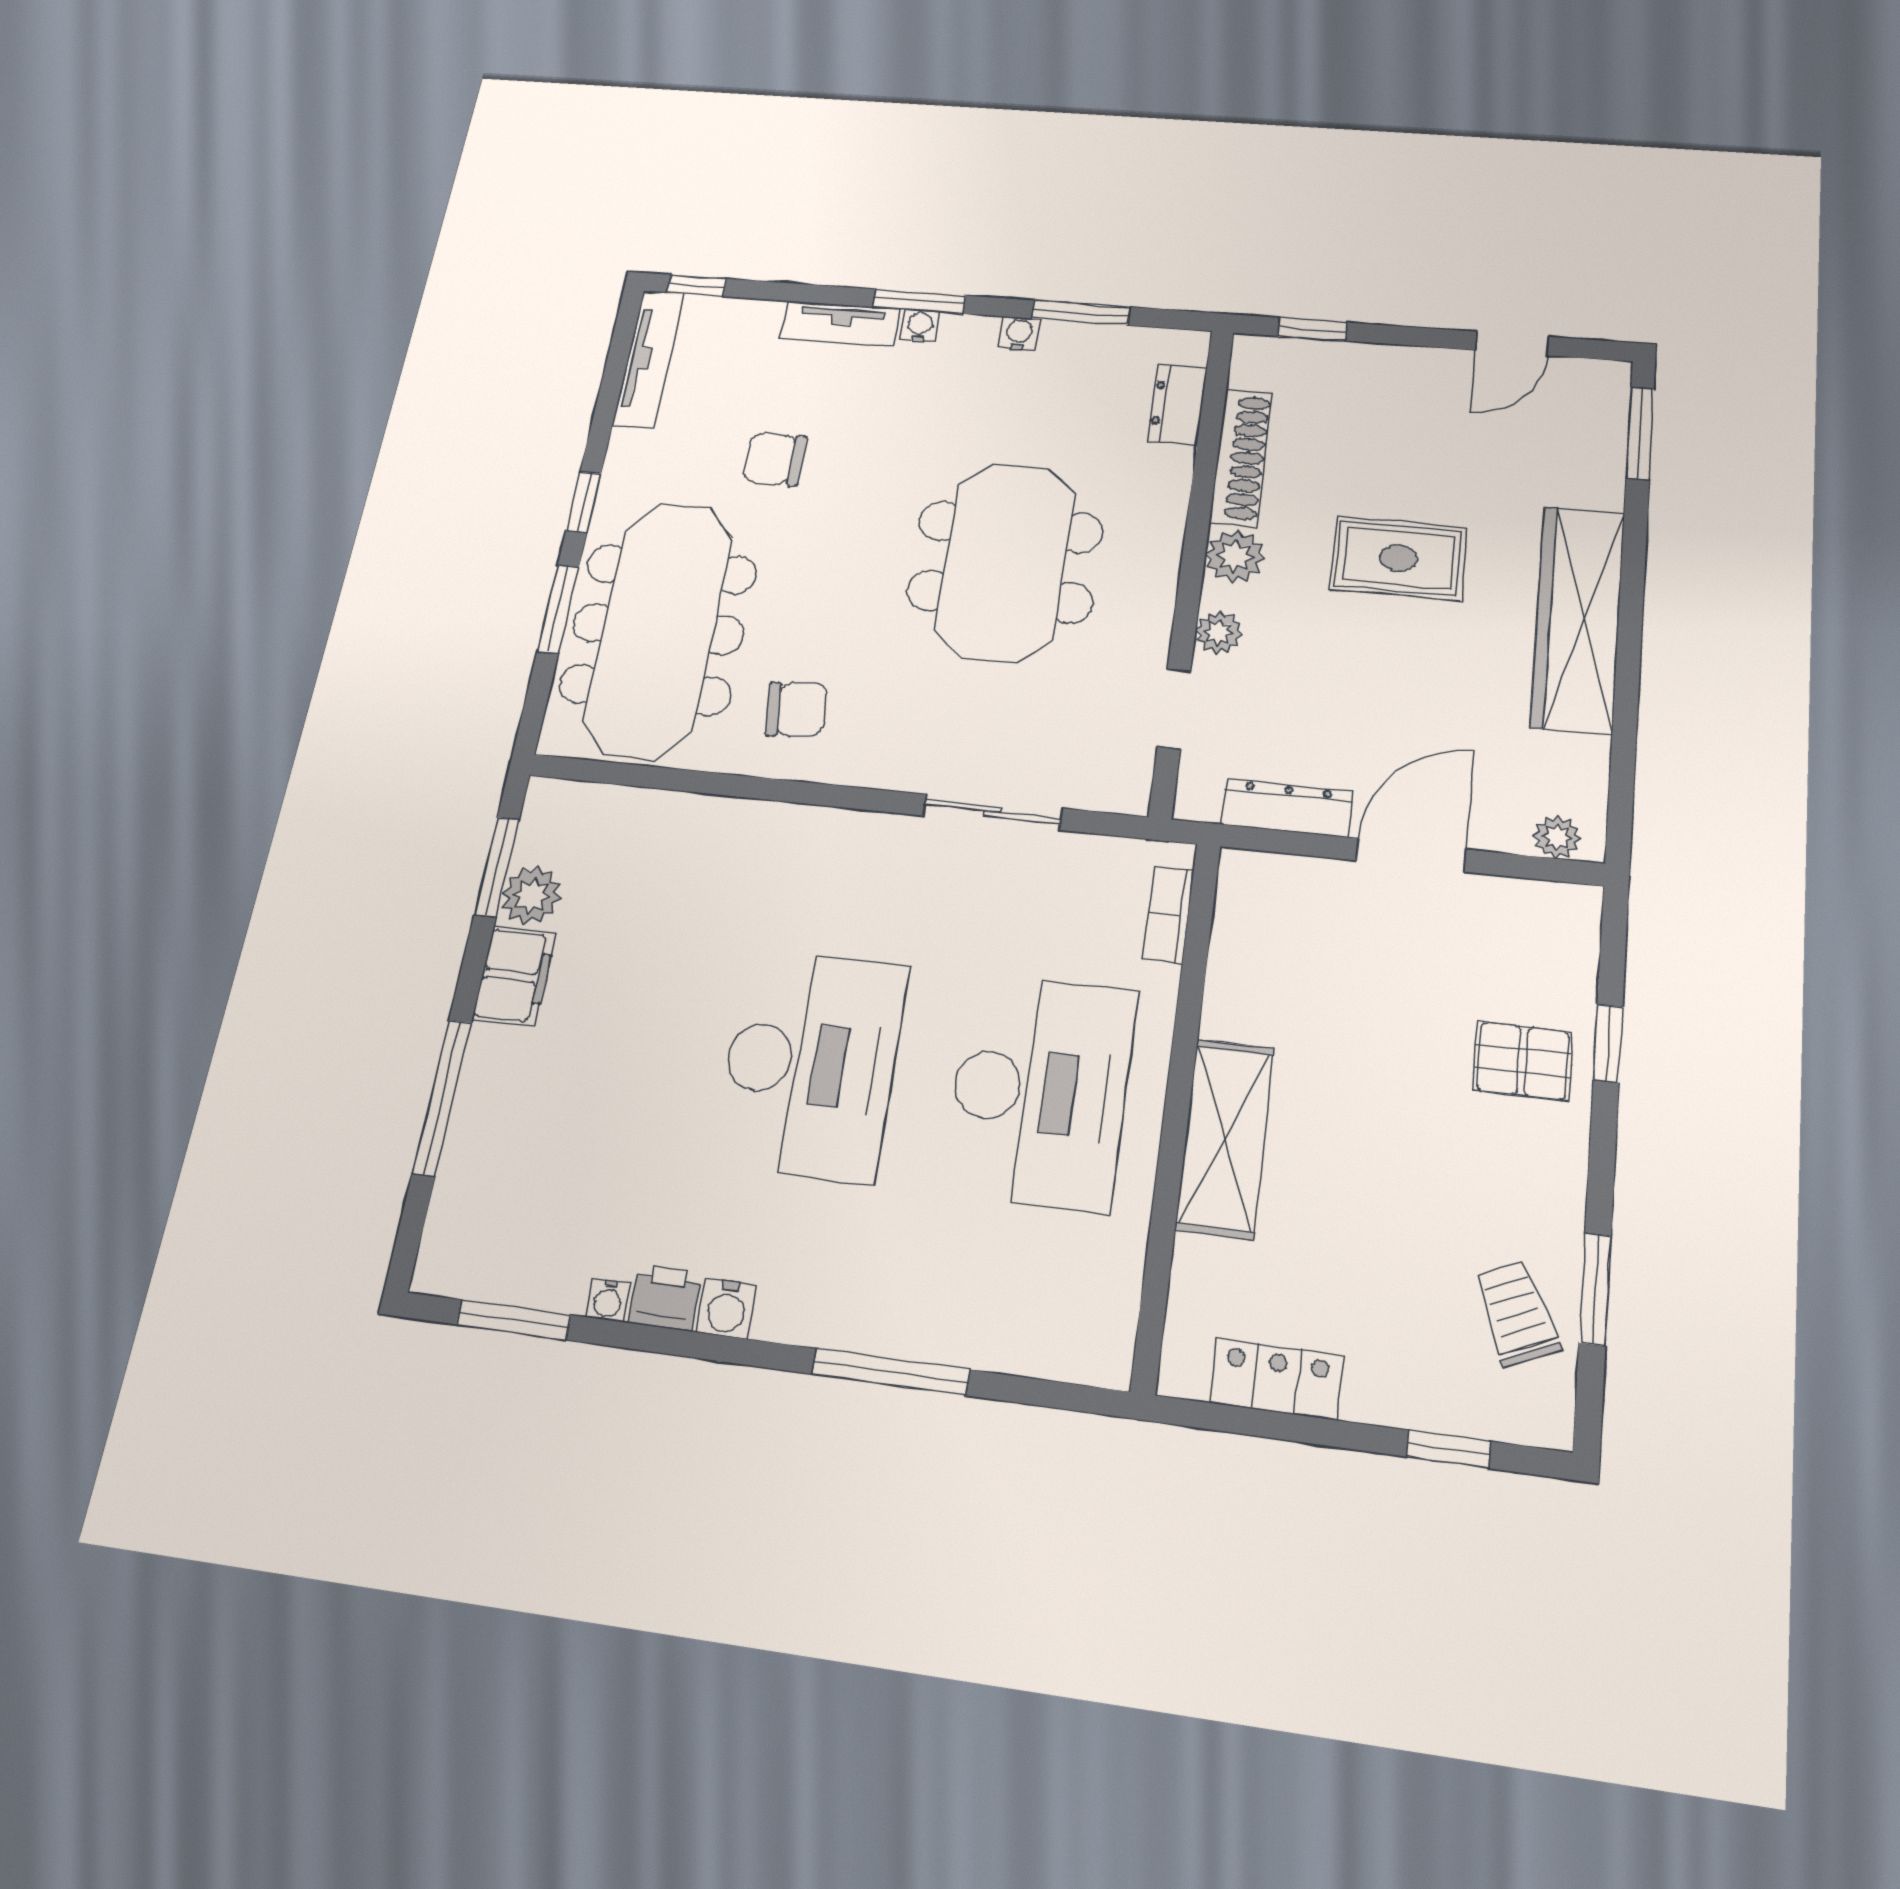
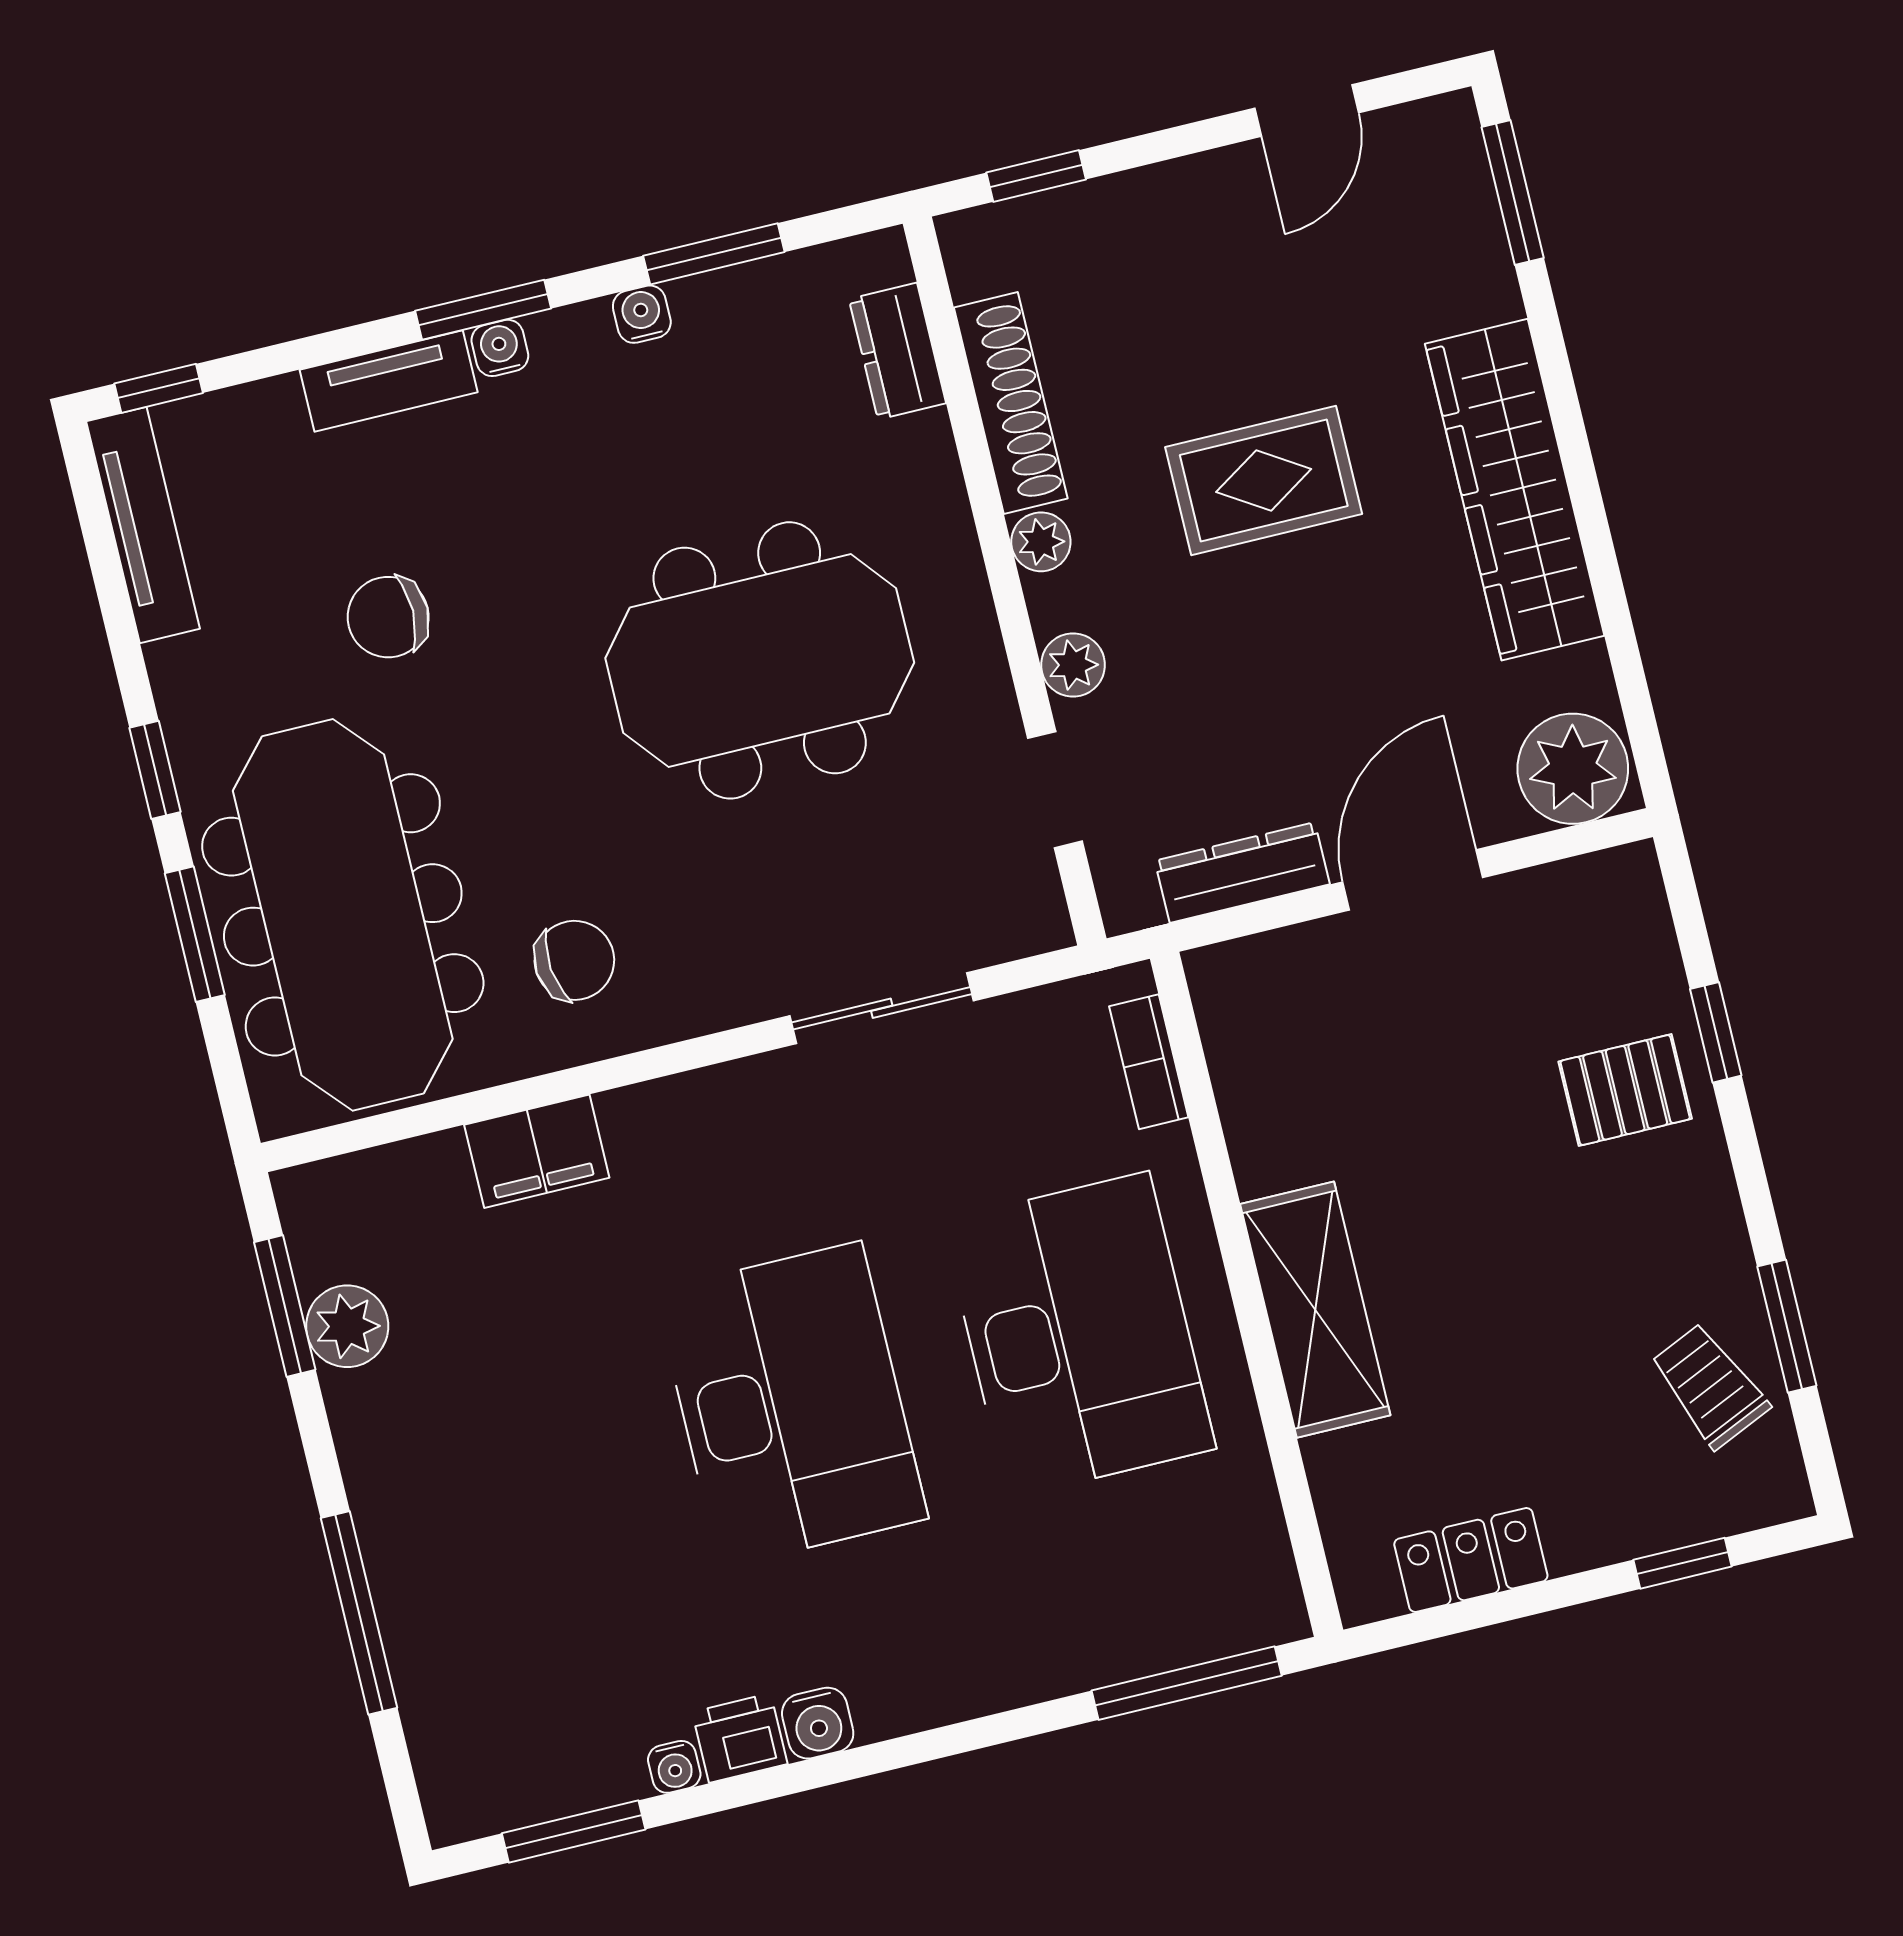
plant: (1235, 556) -> (1041, 542), width x0.73, depth x0.73
meeting table: (1005, 562) -> (760, 660), turned 90
plant: (1557, 837) -> (1573, 769), width x1.87, depth x1.87
filing cabinet: (514, 976) -> (537, 1151), moved, turned 90
window: (891, 1372) -> (1187, 1683), moved

